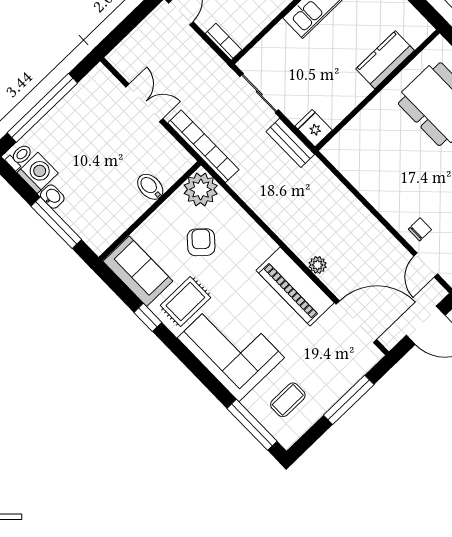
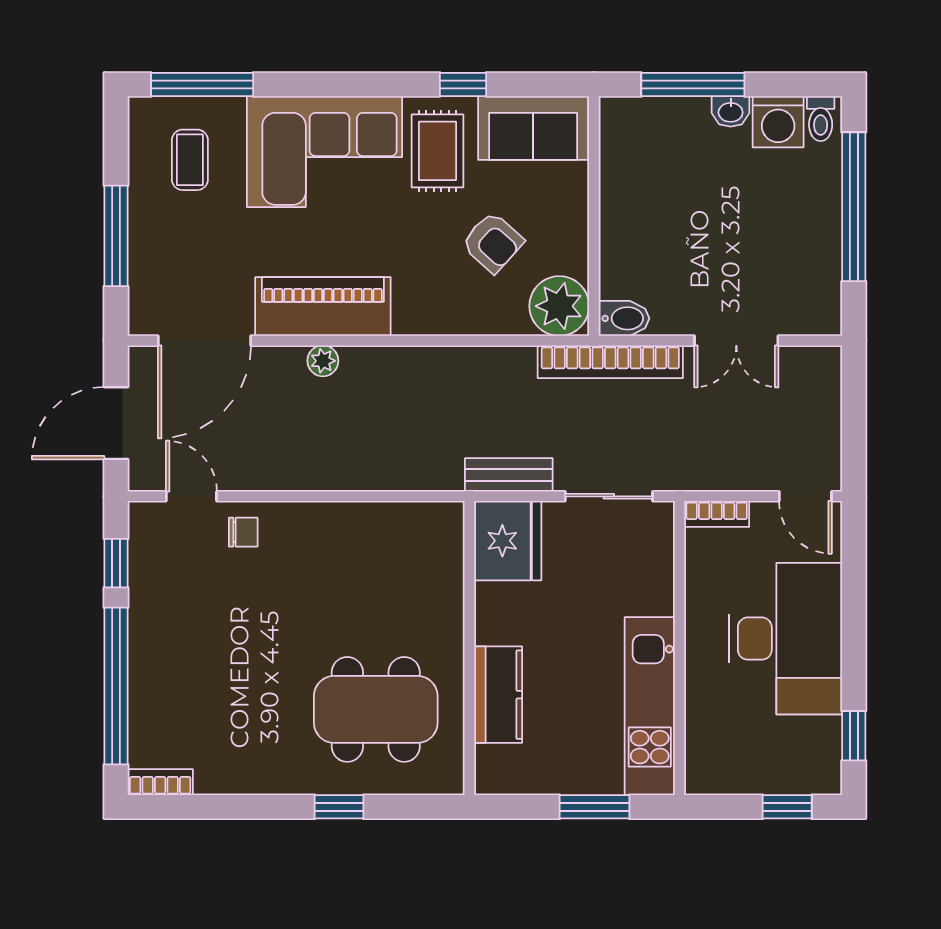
fridge: (314, 128) -> (508, 541), width x1.88, depth x1.34
bidet: (150, 187) -> (624, 318), moved
chair: (420, 229) -> (243, 532), turned -90

